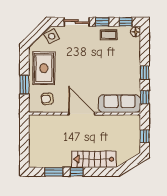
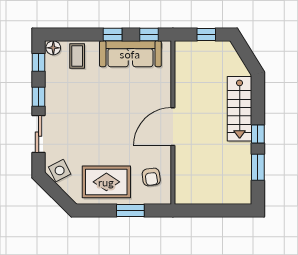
coffee table: (109, 35) -> (77, 56), moved
sofa: (119, 104) -> (130, 54), moved, turned -90

